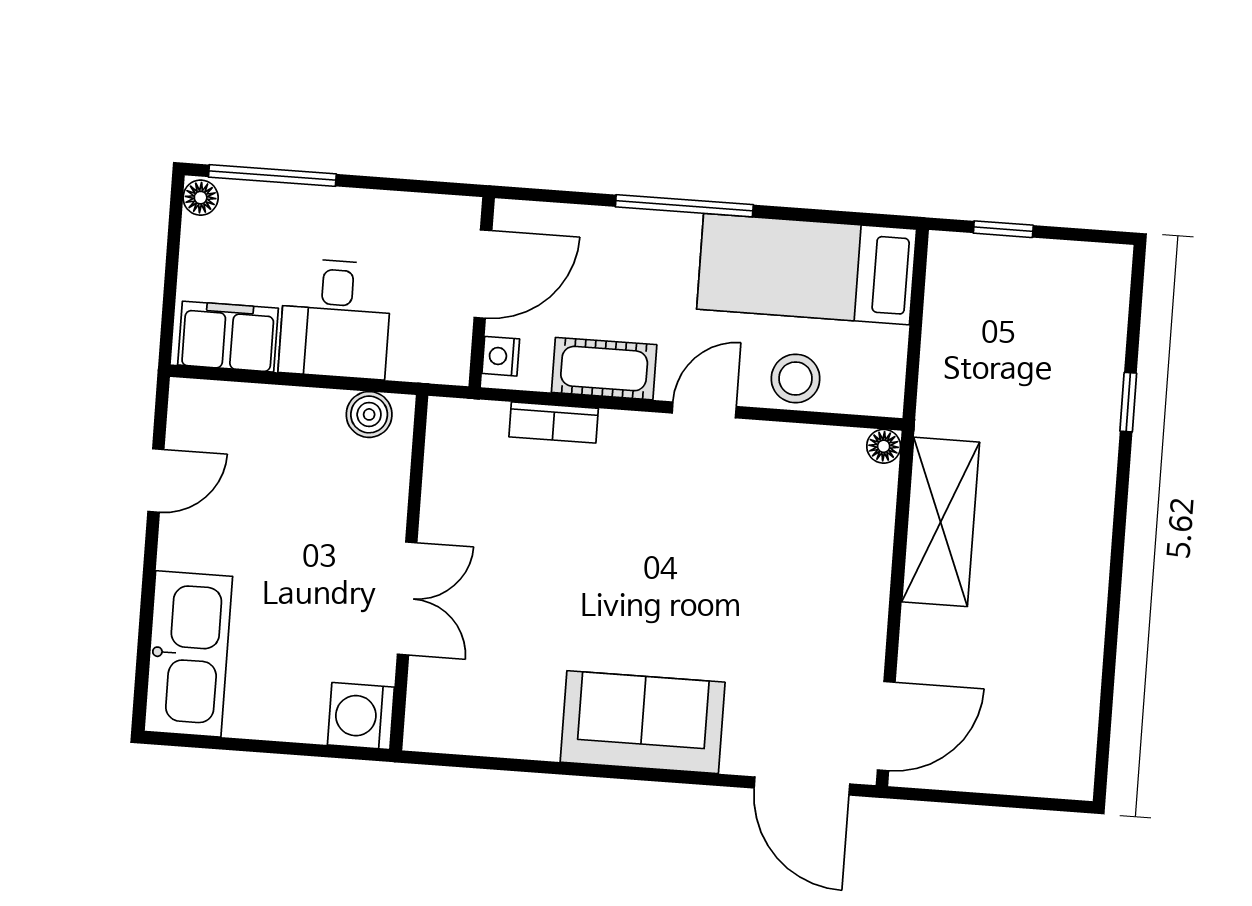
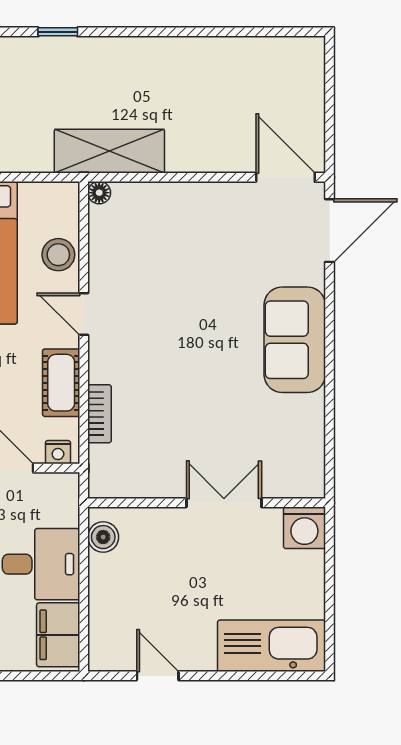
shelving: (941, 522) -> (109, 151), moved

